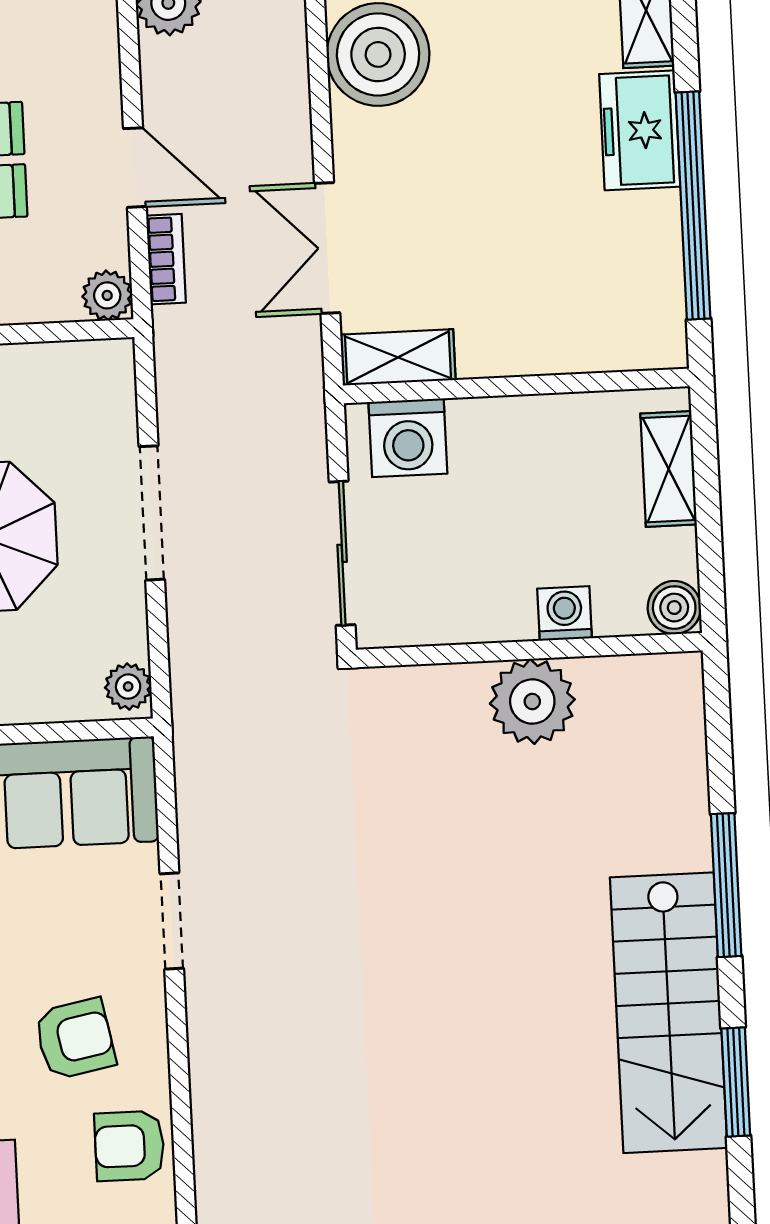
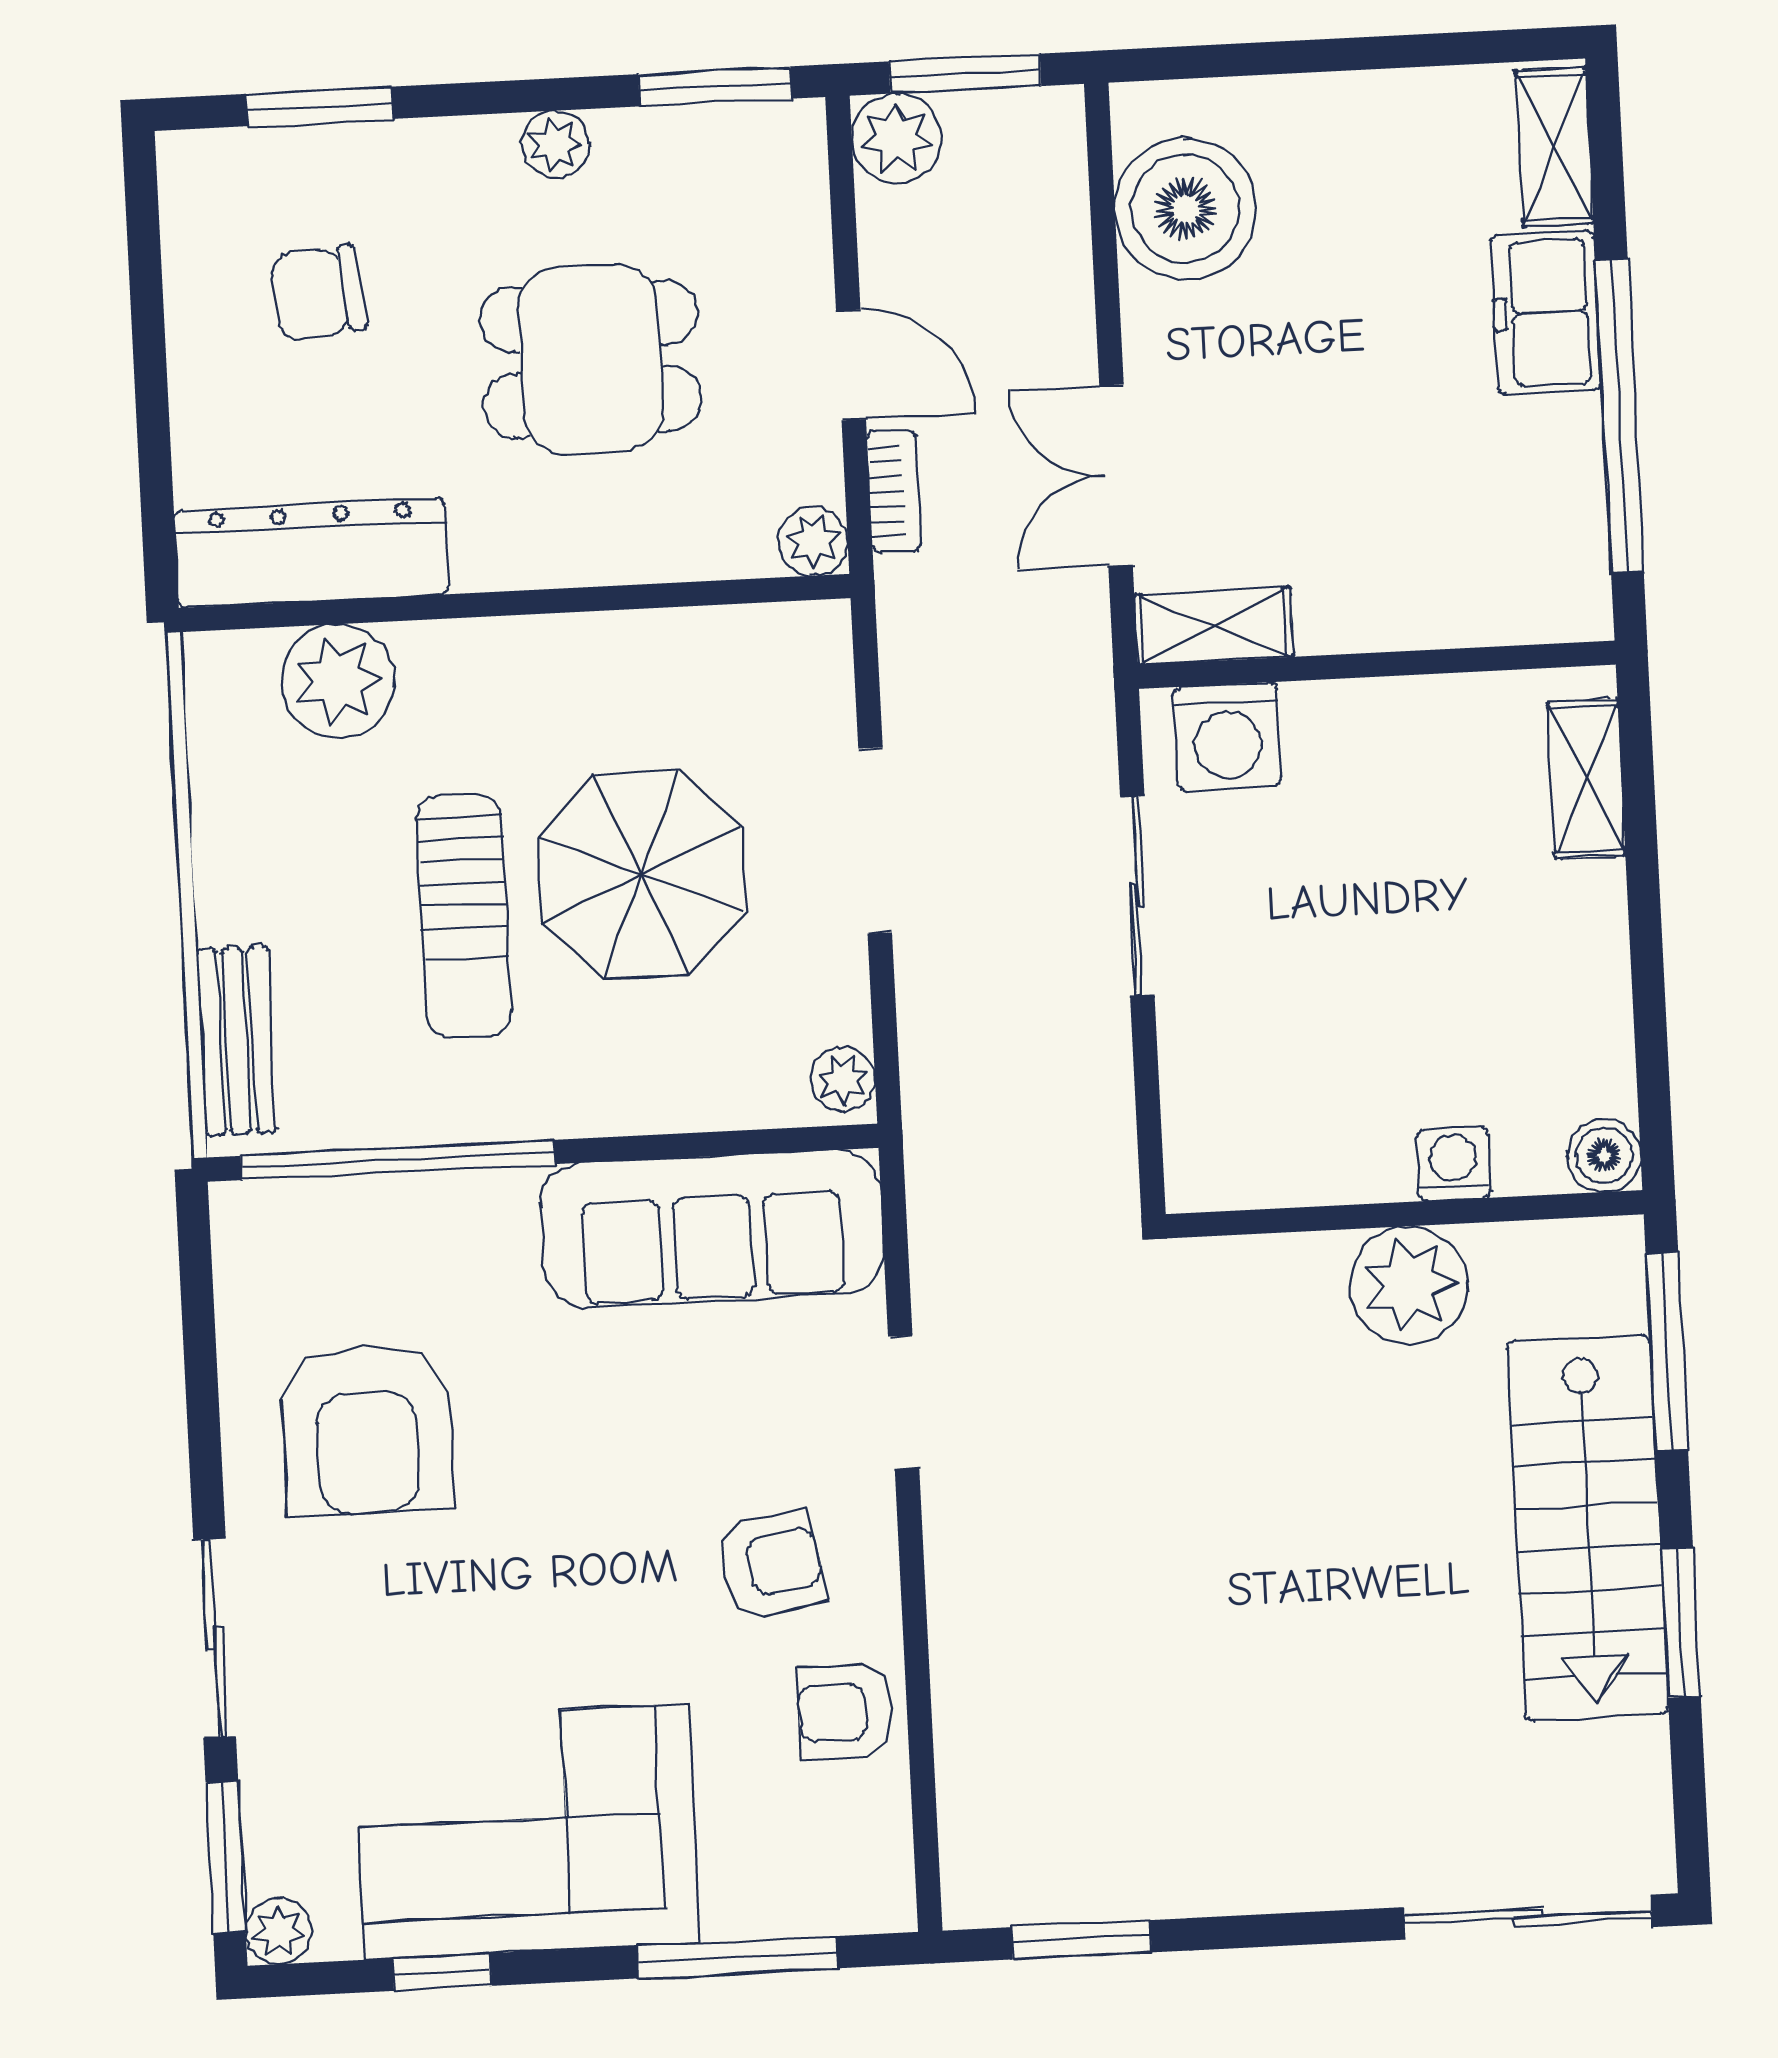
boiler: (674, 608) -> (1604, 1155), moved
washing machine: (565, 613) -> (1453, 1164), moved
wall: (529, 650) -> (1405, 1214), moved
plant: (532, 701) -> (1409, 1285), moved

